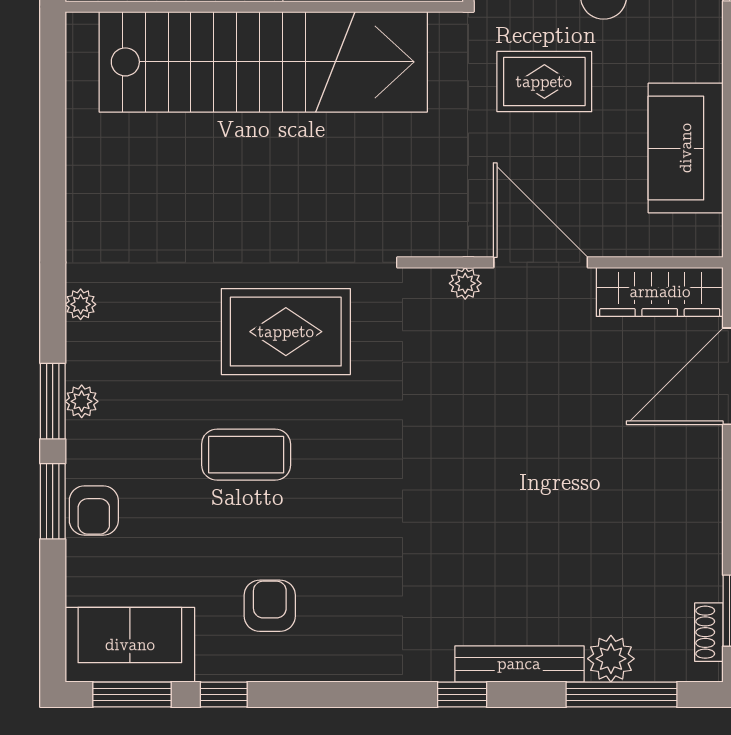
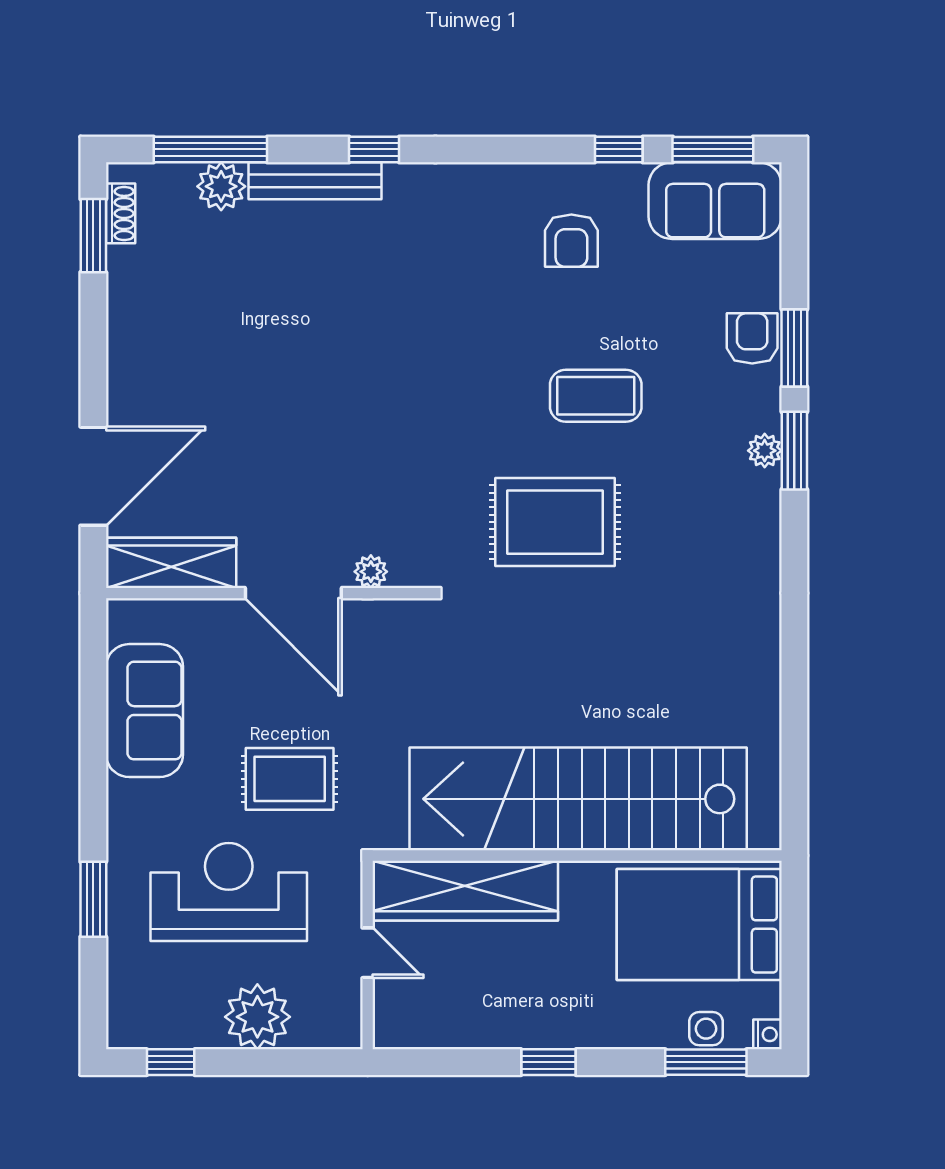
plant: (81, 304) -> (766, 550), removed

